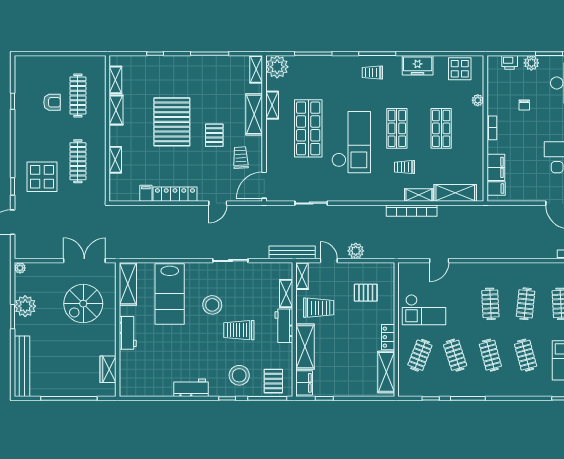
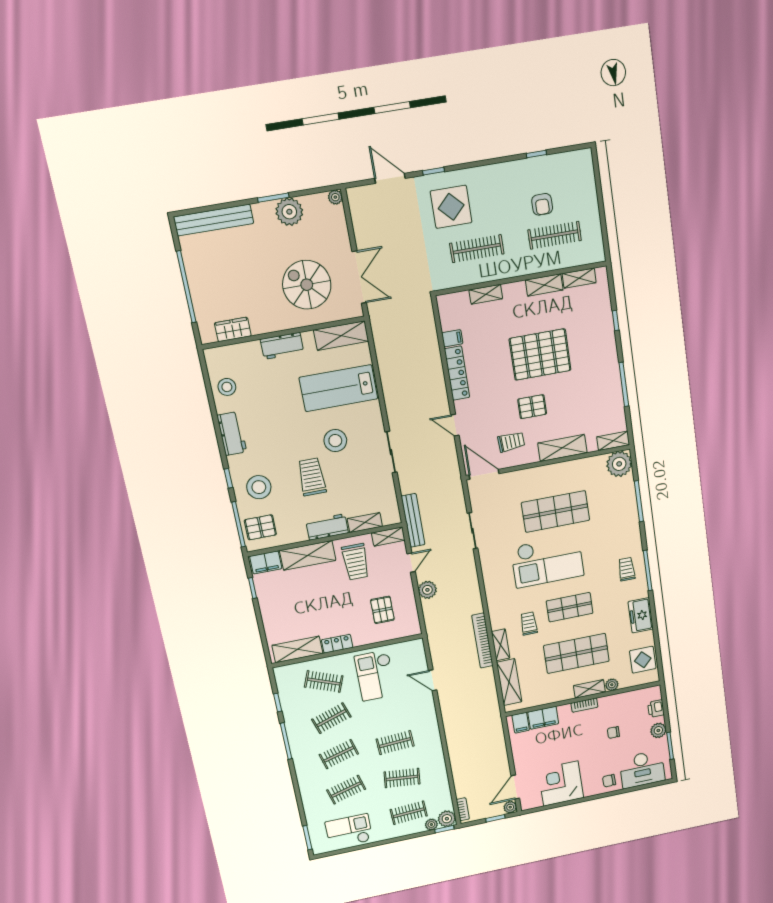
shelving: (272, 105) -> (589, 689), moved
shop shelf: (441, 128) -> (576, 653), width x1.43, depth x1.36
stool: (153, 384) -> (227, 387), added

